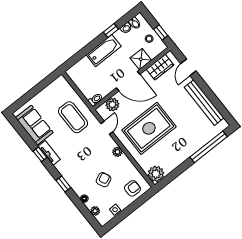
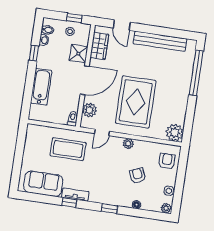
bathtub: (104, 51) -> (41, 87), moved
door: (107, 128) -> (102, 132), swing flipped
plant: (95, 211) -> (166, 208), moved

